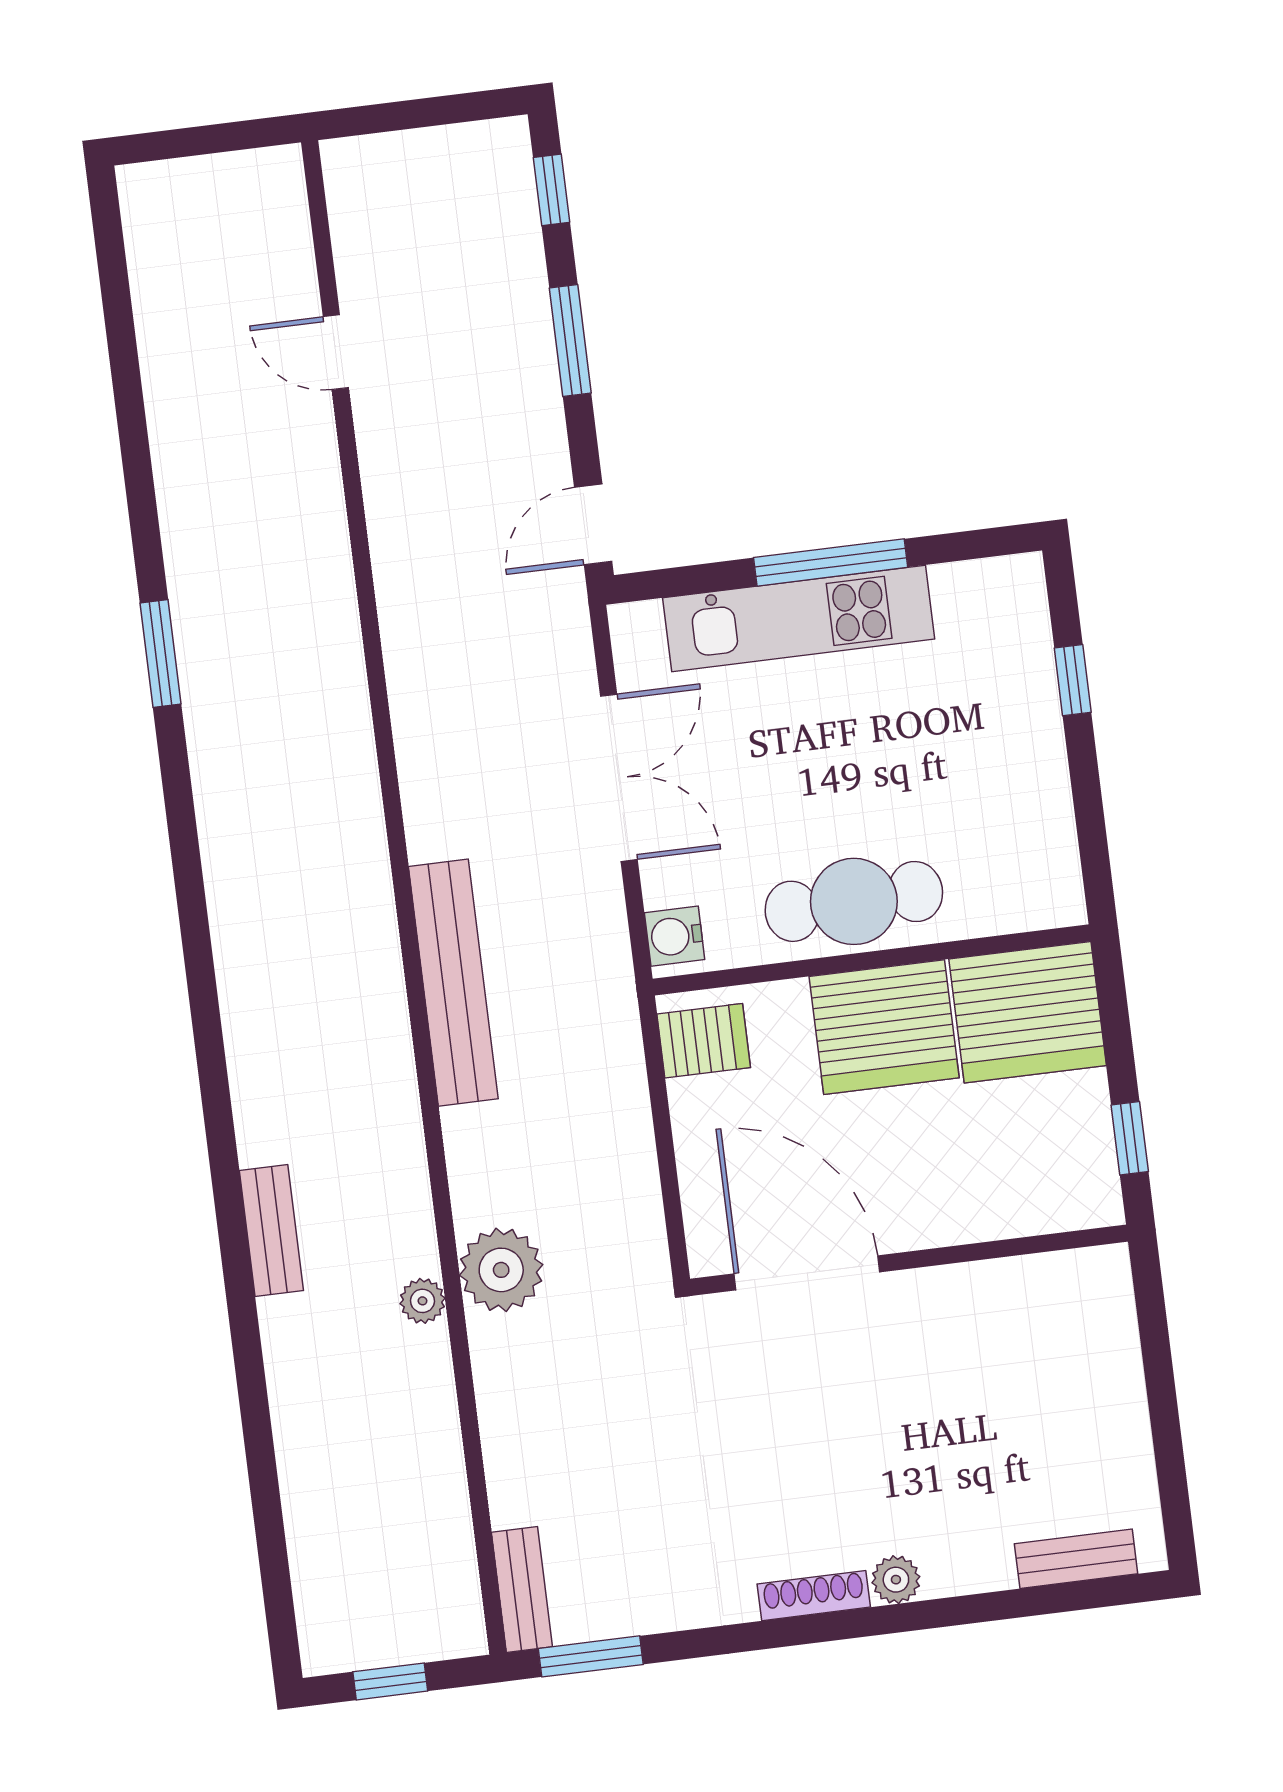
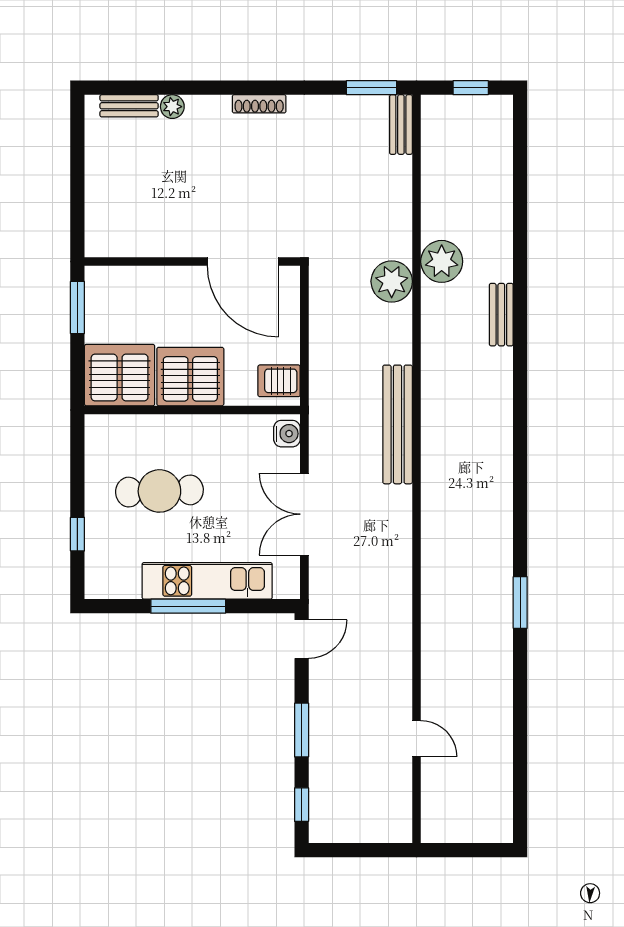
cafe table: (854, 901) -> (159, 491), moved
window: (1130, 1138) -> (77, 307), width x1.50
plant: (422, 1301) -> (442, 261), width x1.87, depth x1.87
plant: (896, 1580) -> (172, 107), moved

